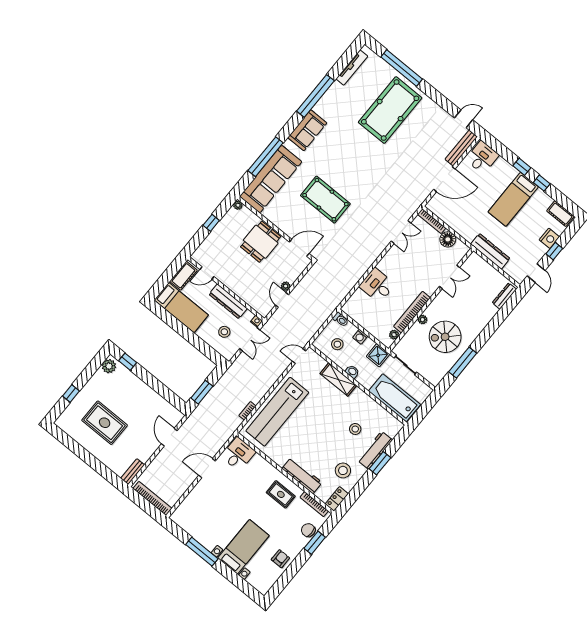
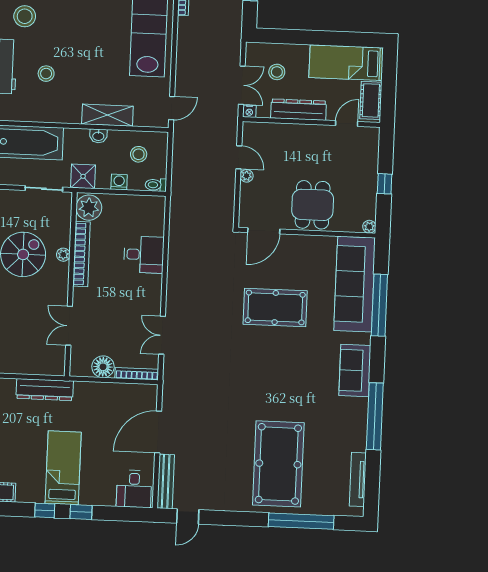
plant: (394, 335) -> (89, 208), width x1.88, depth x1.88
double door: (250, 339) -> (242, 85), swing flipped

